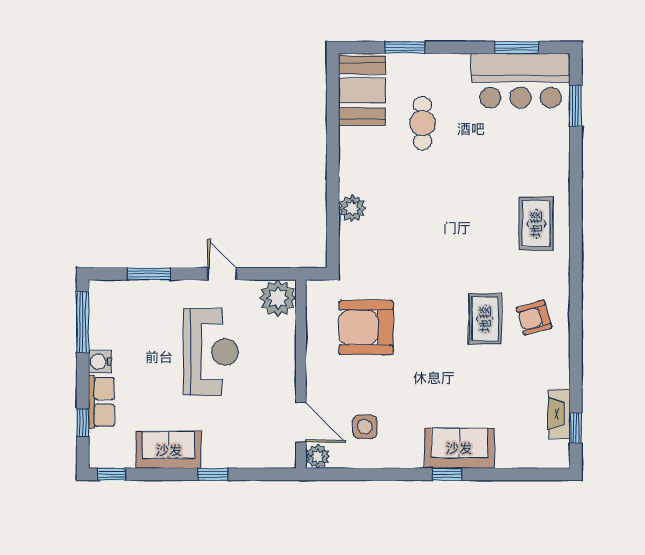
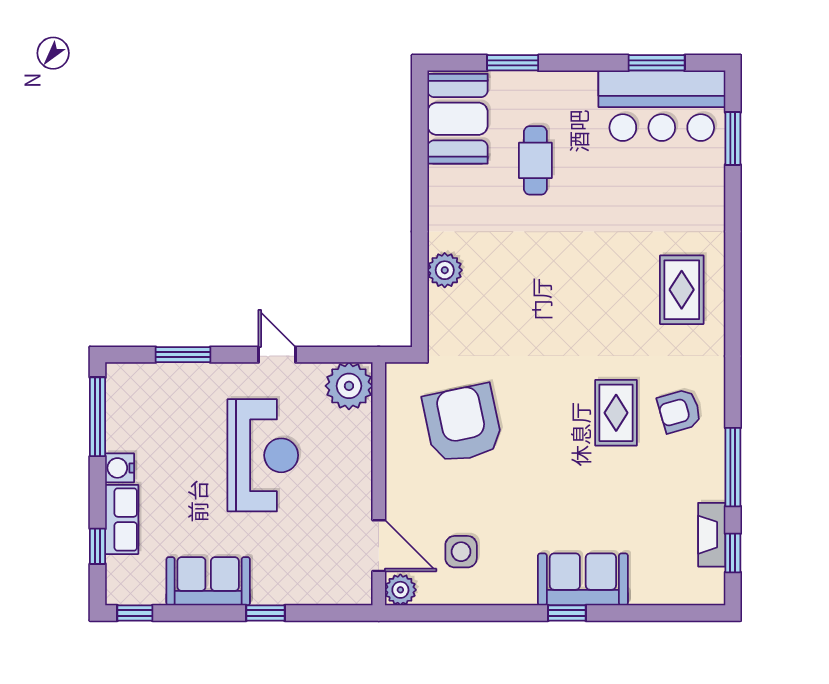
armchair: (366, 327) -> (463, 424), turned 78
window: (576, 361) -> (733, 467), added

